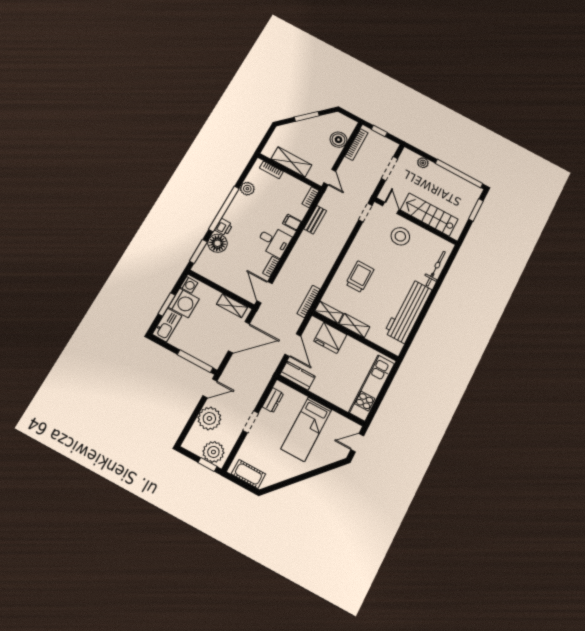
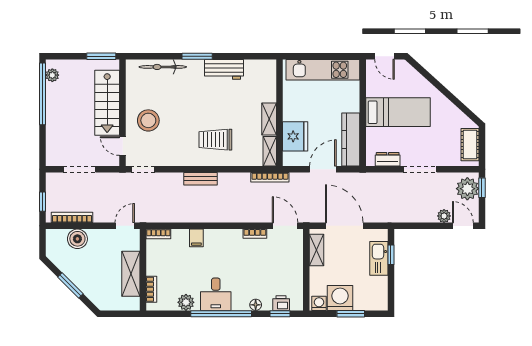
plant: (423, 163) -> (52, 75), moved
door: (391, 208) -> (123, 146), hinge flipped
window: (476, 210) -> (101, 56), moved
bench: (315, 220) -> (201, 179), moved
printer: (224, 227) -> (281, 303), moved
desk: (274, 241) -> (216, 294), moved, turned 180
floor lamp: (218, 243) -> (256, 305), width x0.53, depth x0.53
window: (198, 251) -> (280, 314), width x0.67
door: (264, 292) -> (285, 226), swing flipped
window: (431, 298) -> (197, 56), added
workbench: (408, 311) -> (224, 69), width x0.53, depth x0.76
kitchen sink: (167, 325) -> (379, 258), moved, turned -90
window: (195, 361) -> (391, 255), width x0.46
kitchen counter: (298, 376) -> (351, 140), width x1.50
door: (210, 388) -> (463, 226), moved
plant: (209, 418) -> (444, 216), width x0.53, depth x0.53
doorway: (251, 422) -> (420, 169), width x1.38

